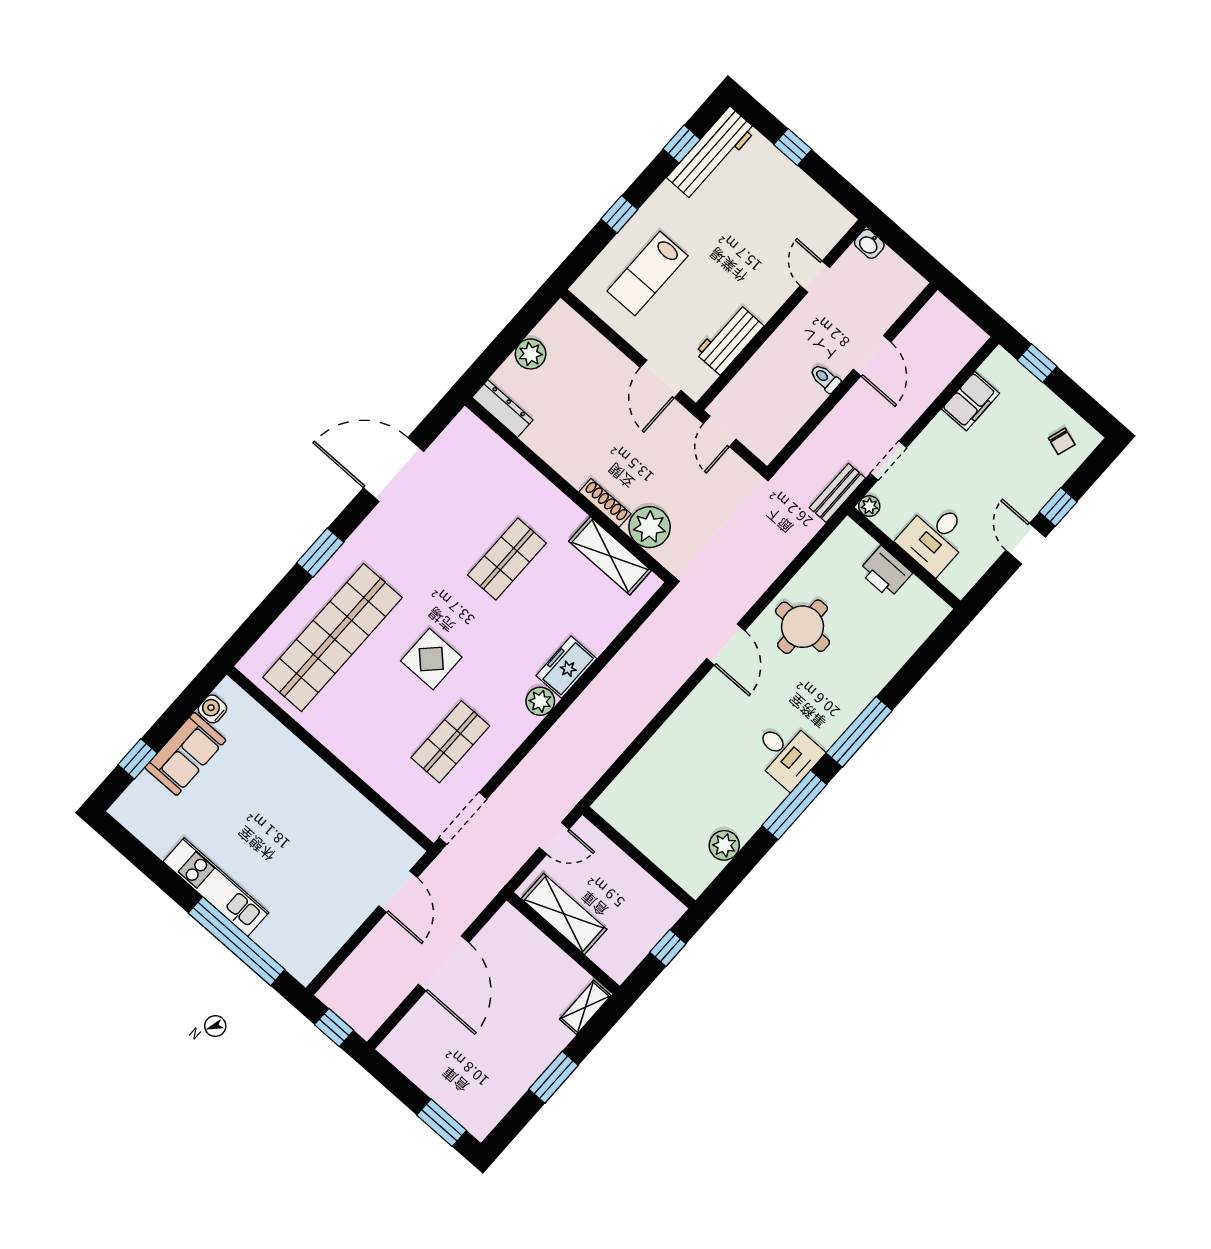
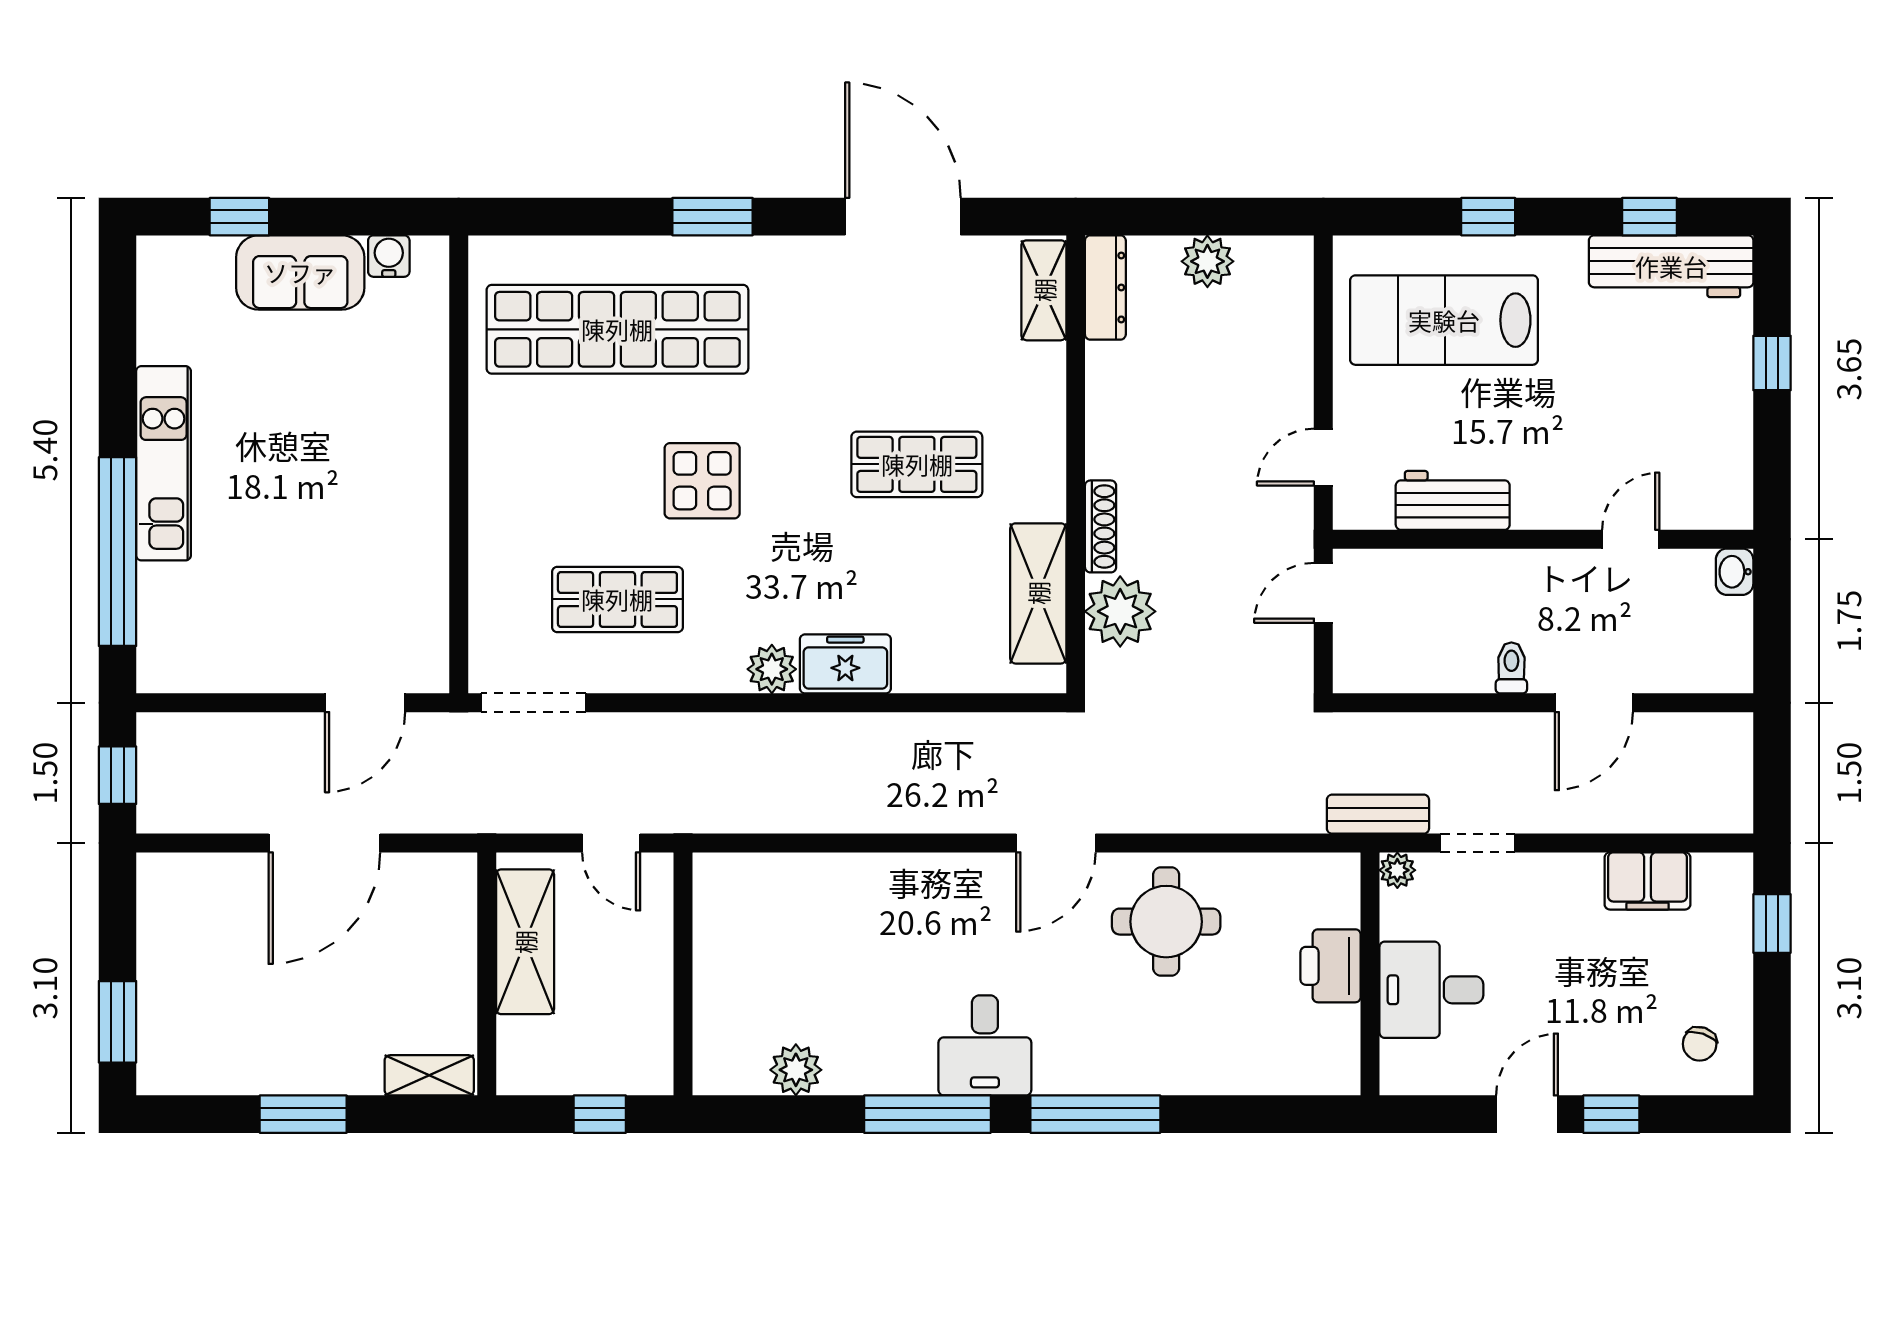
lab bench: (647, 273) -> (1444, 320), width x1.36, depth x1.39
door: (661, 379) -> (1323, 457), width x0.73
shelving: (480, 437) -> (1044, 290), added

